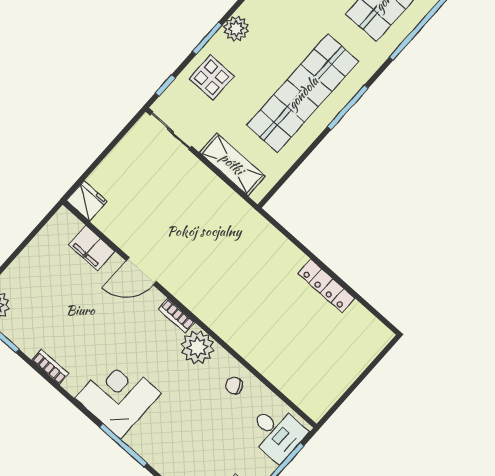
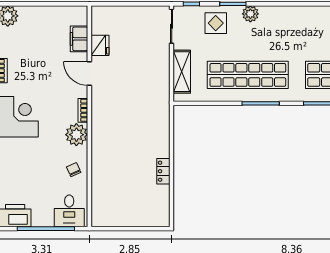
fridge: (87, 201) -> (100, 45), moved
locker: (326, 286) -> (163, 171), width x0.66

